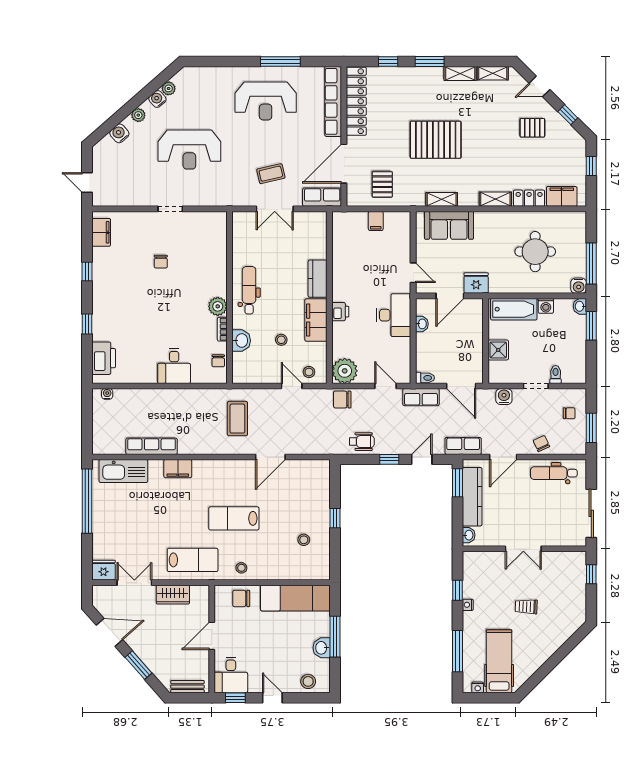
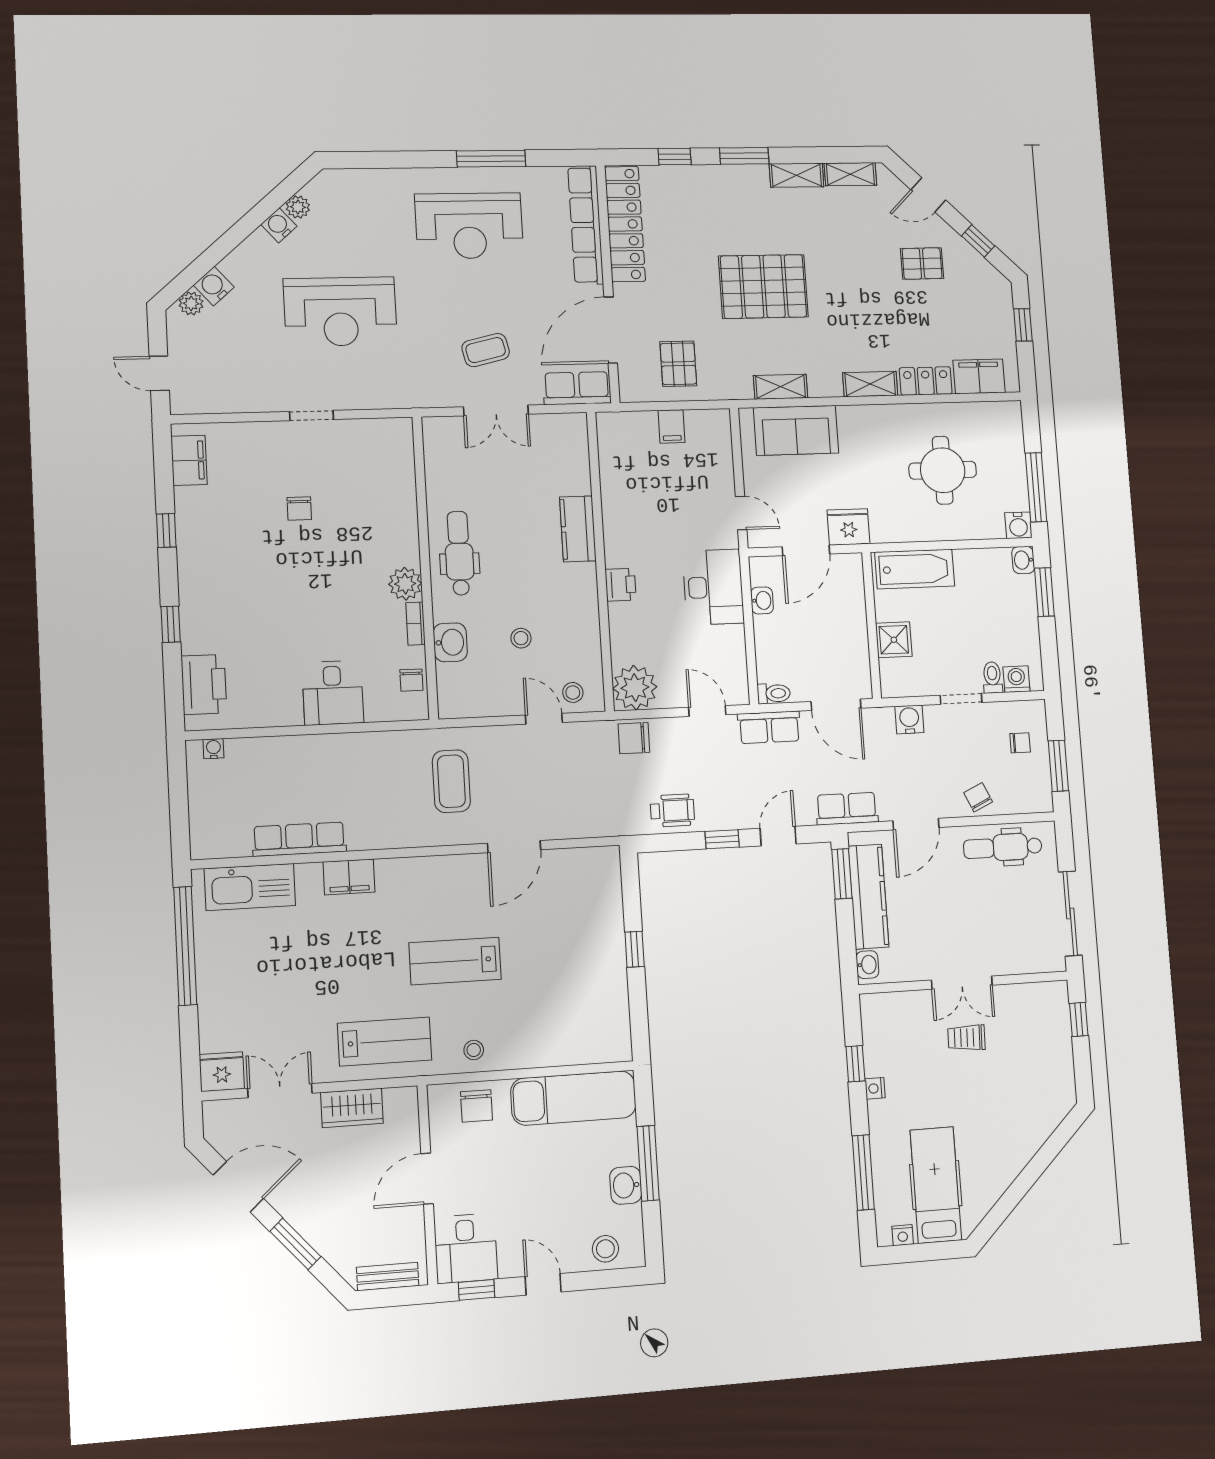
plant: (138, 115) -> (191, 304), moved
washing machine: (546, 306) -> (1016, 679), moved, turned 180
filing cabinet: (316, 320) -> (579, 601), removed
stool: (304, 540) -> (582, 992), removed
chair: (241, 598) -> (476, 1106), turned -90
trolley: (526, 607) -> (966, 1038), moved

